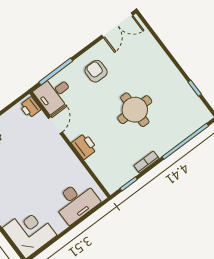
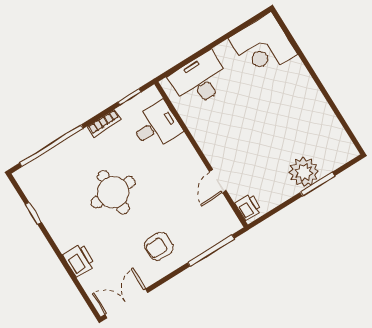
armchair: (96, 71) -> (159, 246), turned 90
desk: (54, 94) -> (156, 126), moved
printer: (84, 146) -> (79, 260), moved, turned 180

